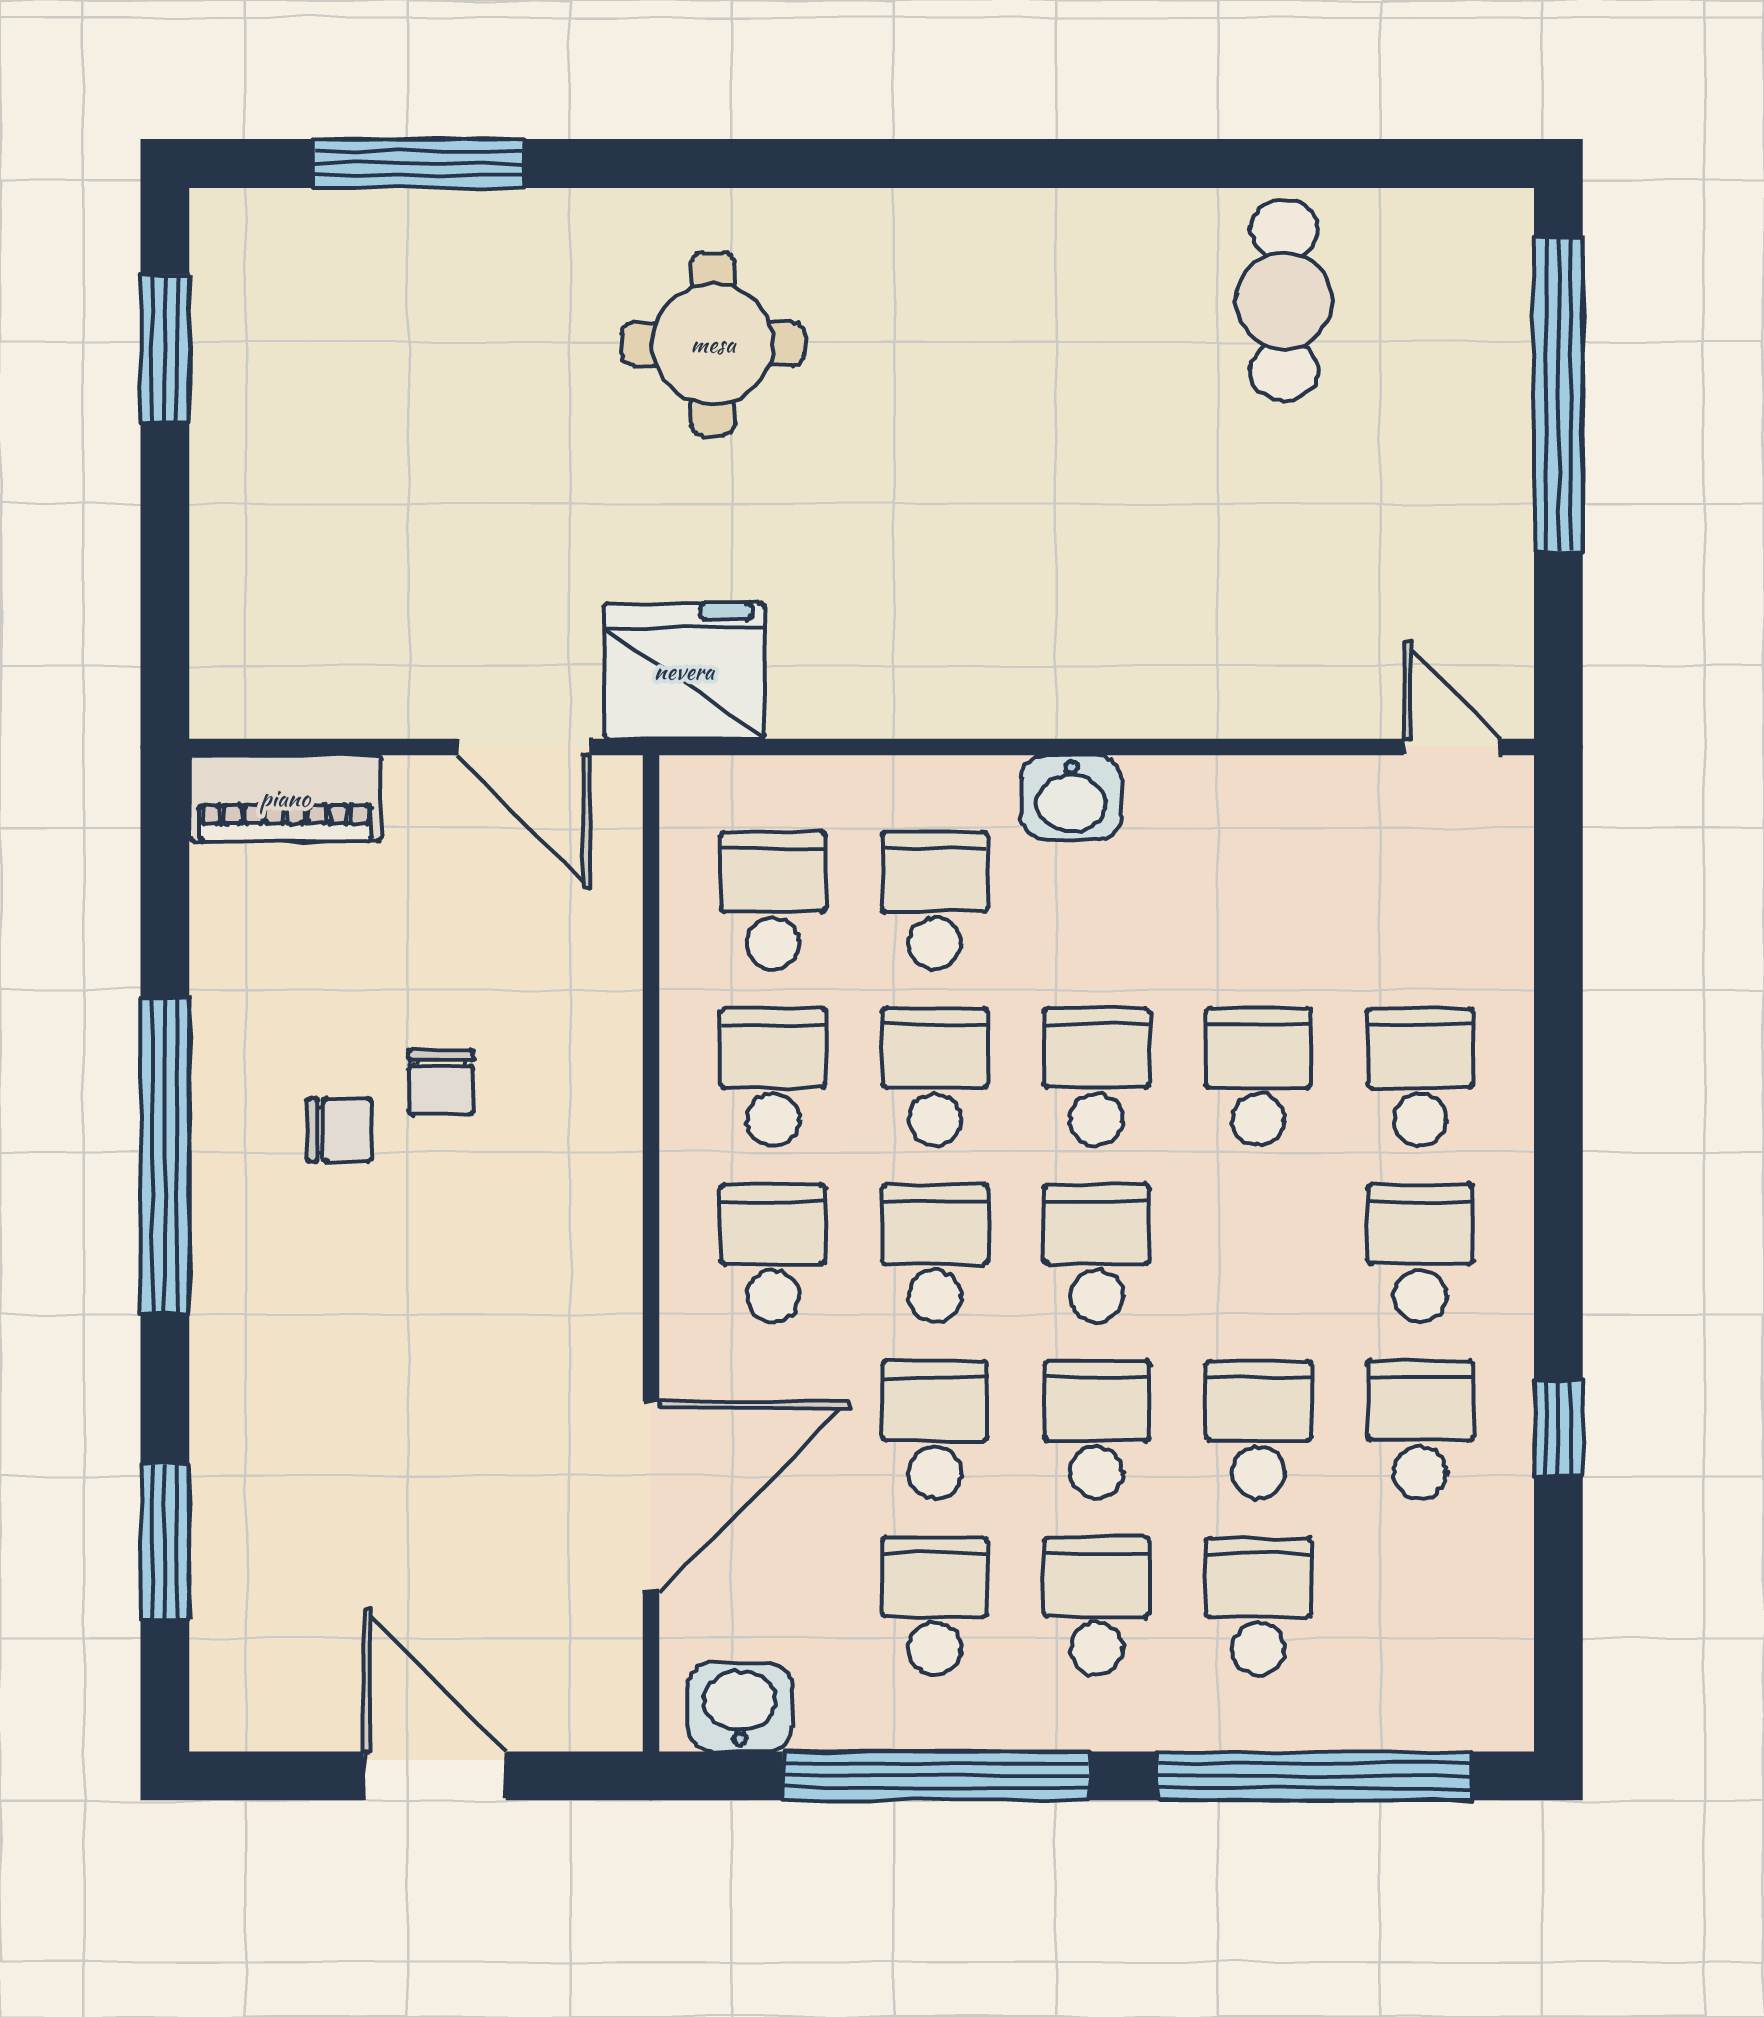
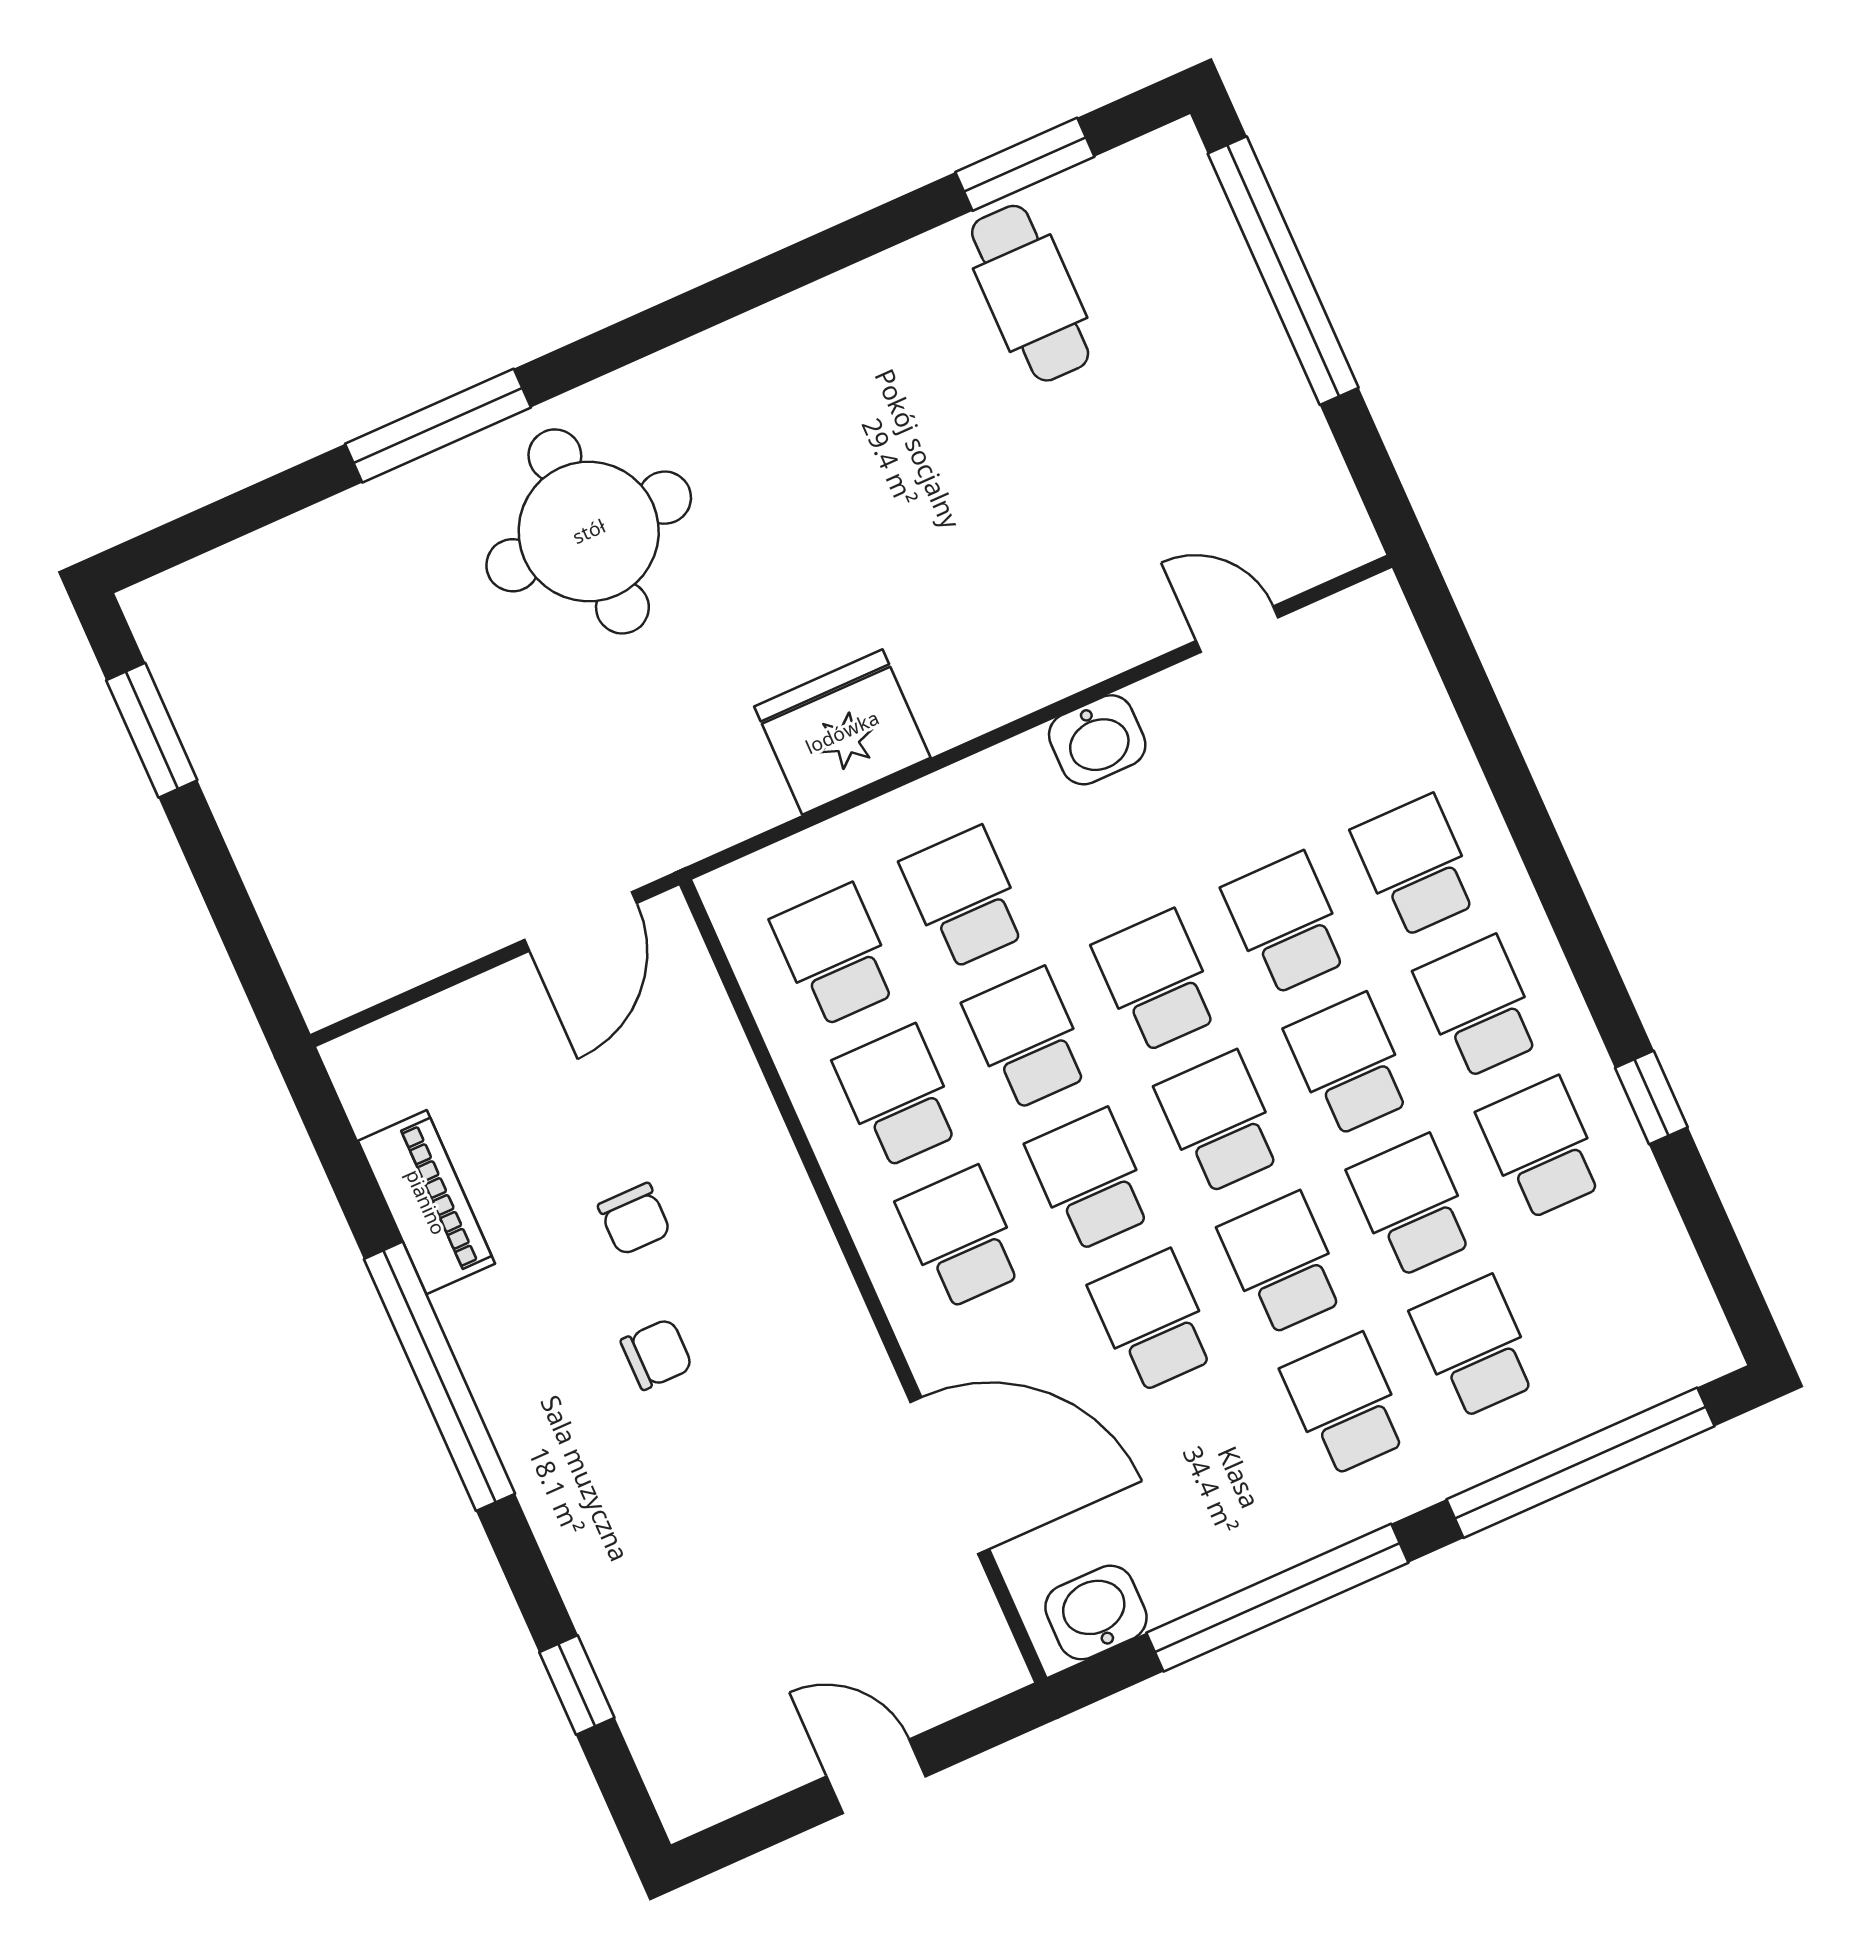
window: (419, 164) -> (438, 426), moved
window: (1338, 164) -> (1025, 164), added
round table: (713, 344) -> (589, 531), width x1.36, depth x1.36
fridge: (684, 671) -> (842, 732), moved
door: (523, 747) -> (581, 921), hinge flipped
door: (1452, 747) -> (1237, 629), moved
washbasin: (1071, 797) -> (1097, 740), moved
piano: (285, 798) -> (426, 1202), moved, turned -90
chair: (339, 1130) -> (657, 1354), moved
door: (651, 1496) -> (950, 1476), hinge flipped
window: (165, 1542) -> (577, 1685), width x0.67
school desk: (935, 1606) -> (1349, 1065), moved
door: (435, 1776) -> (876, 1776), width x0.73

